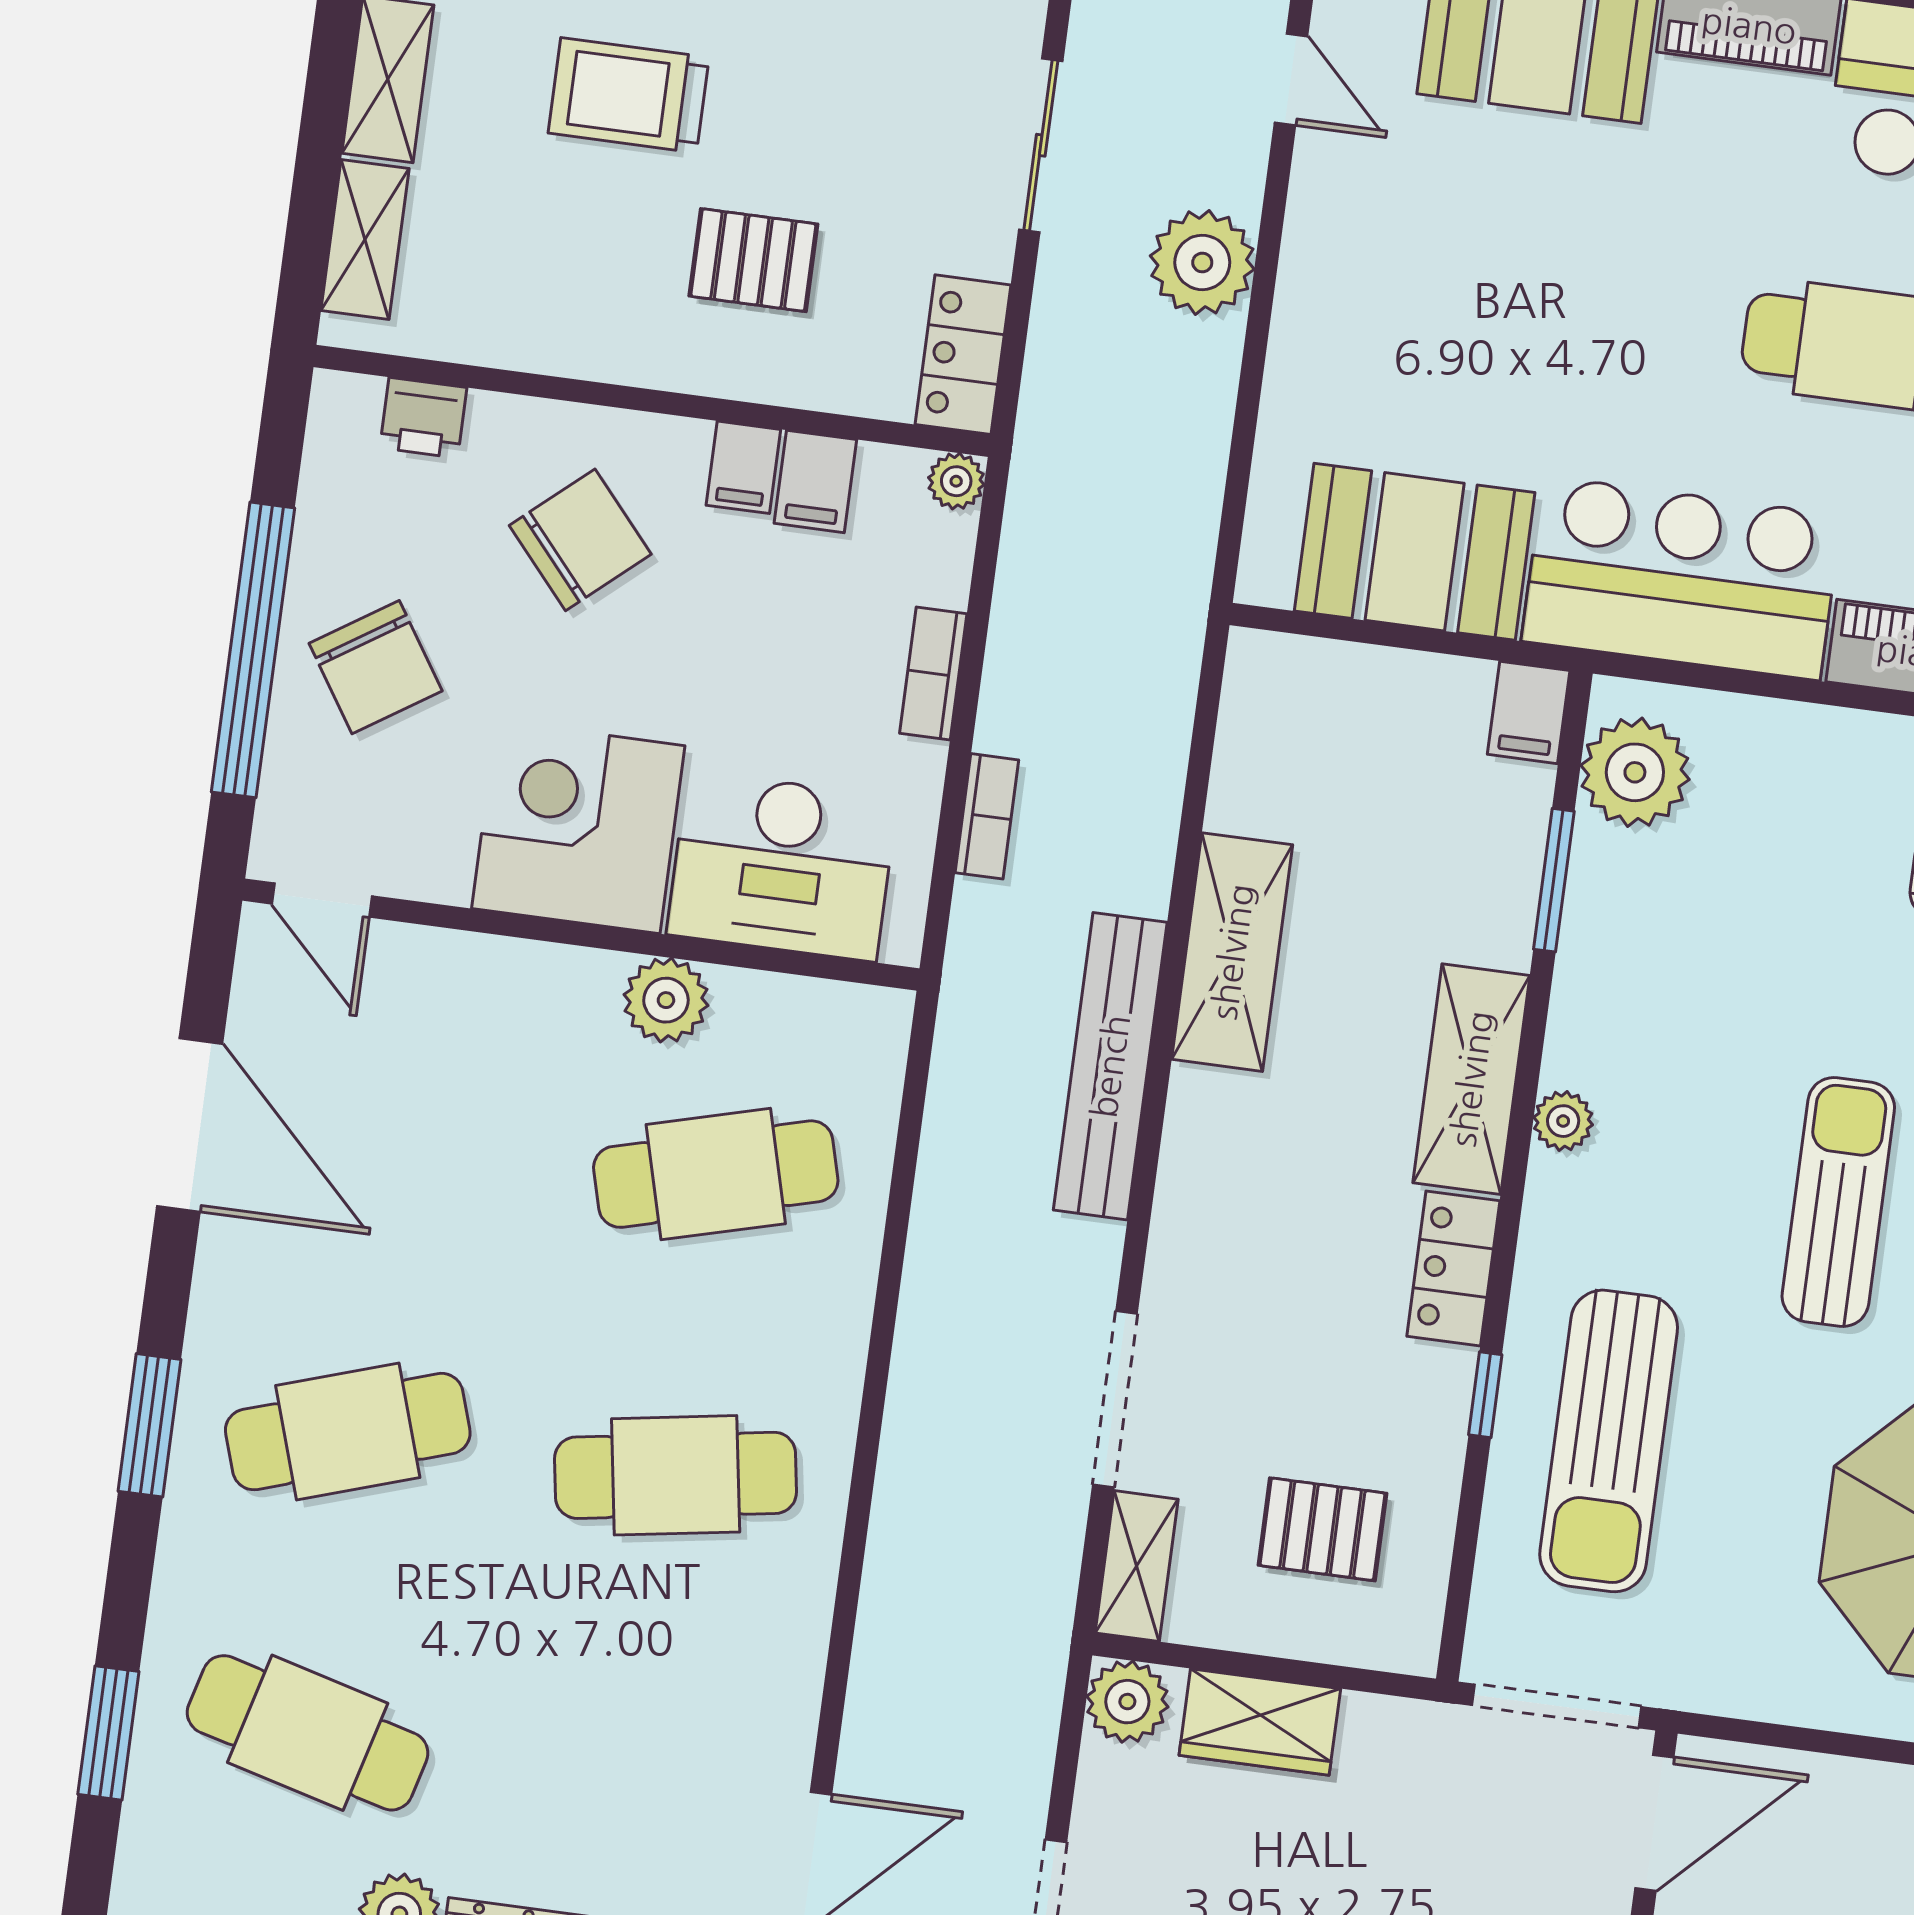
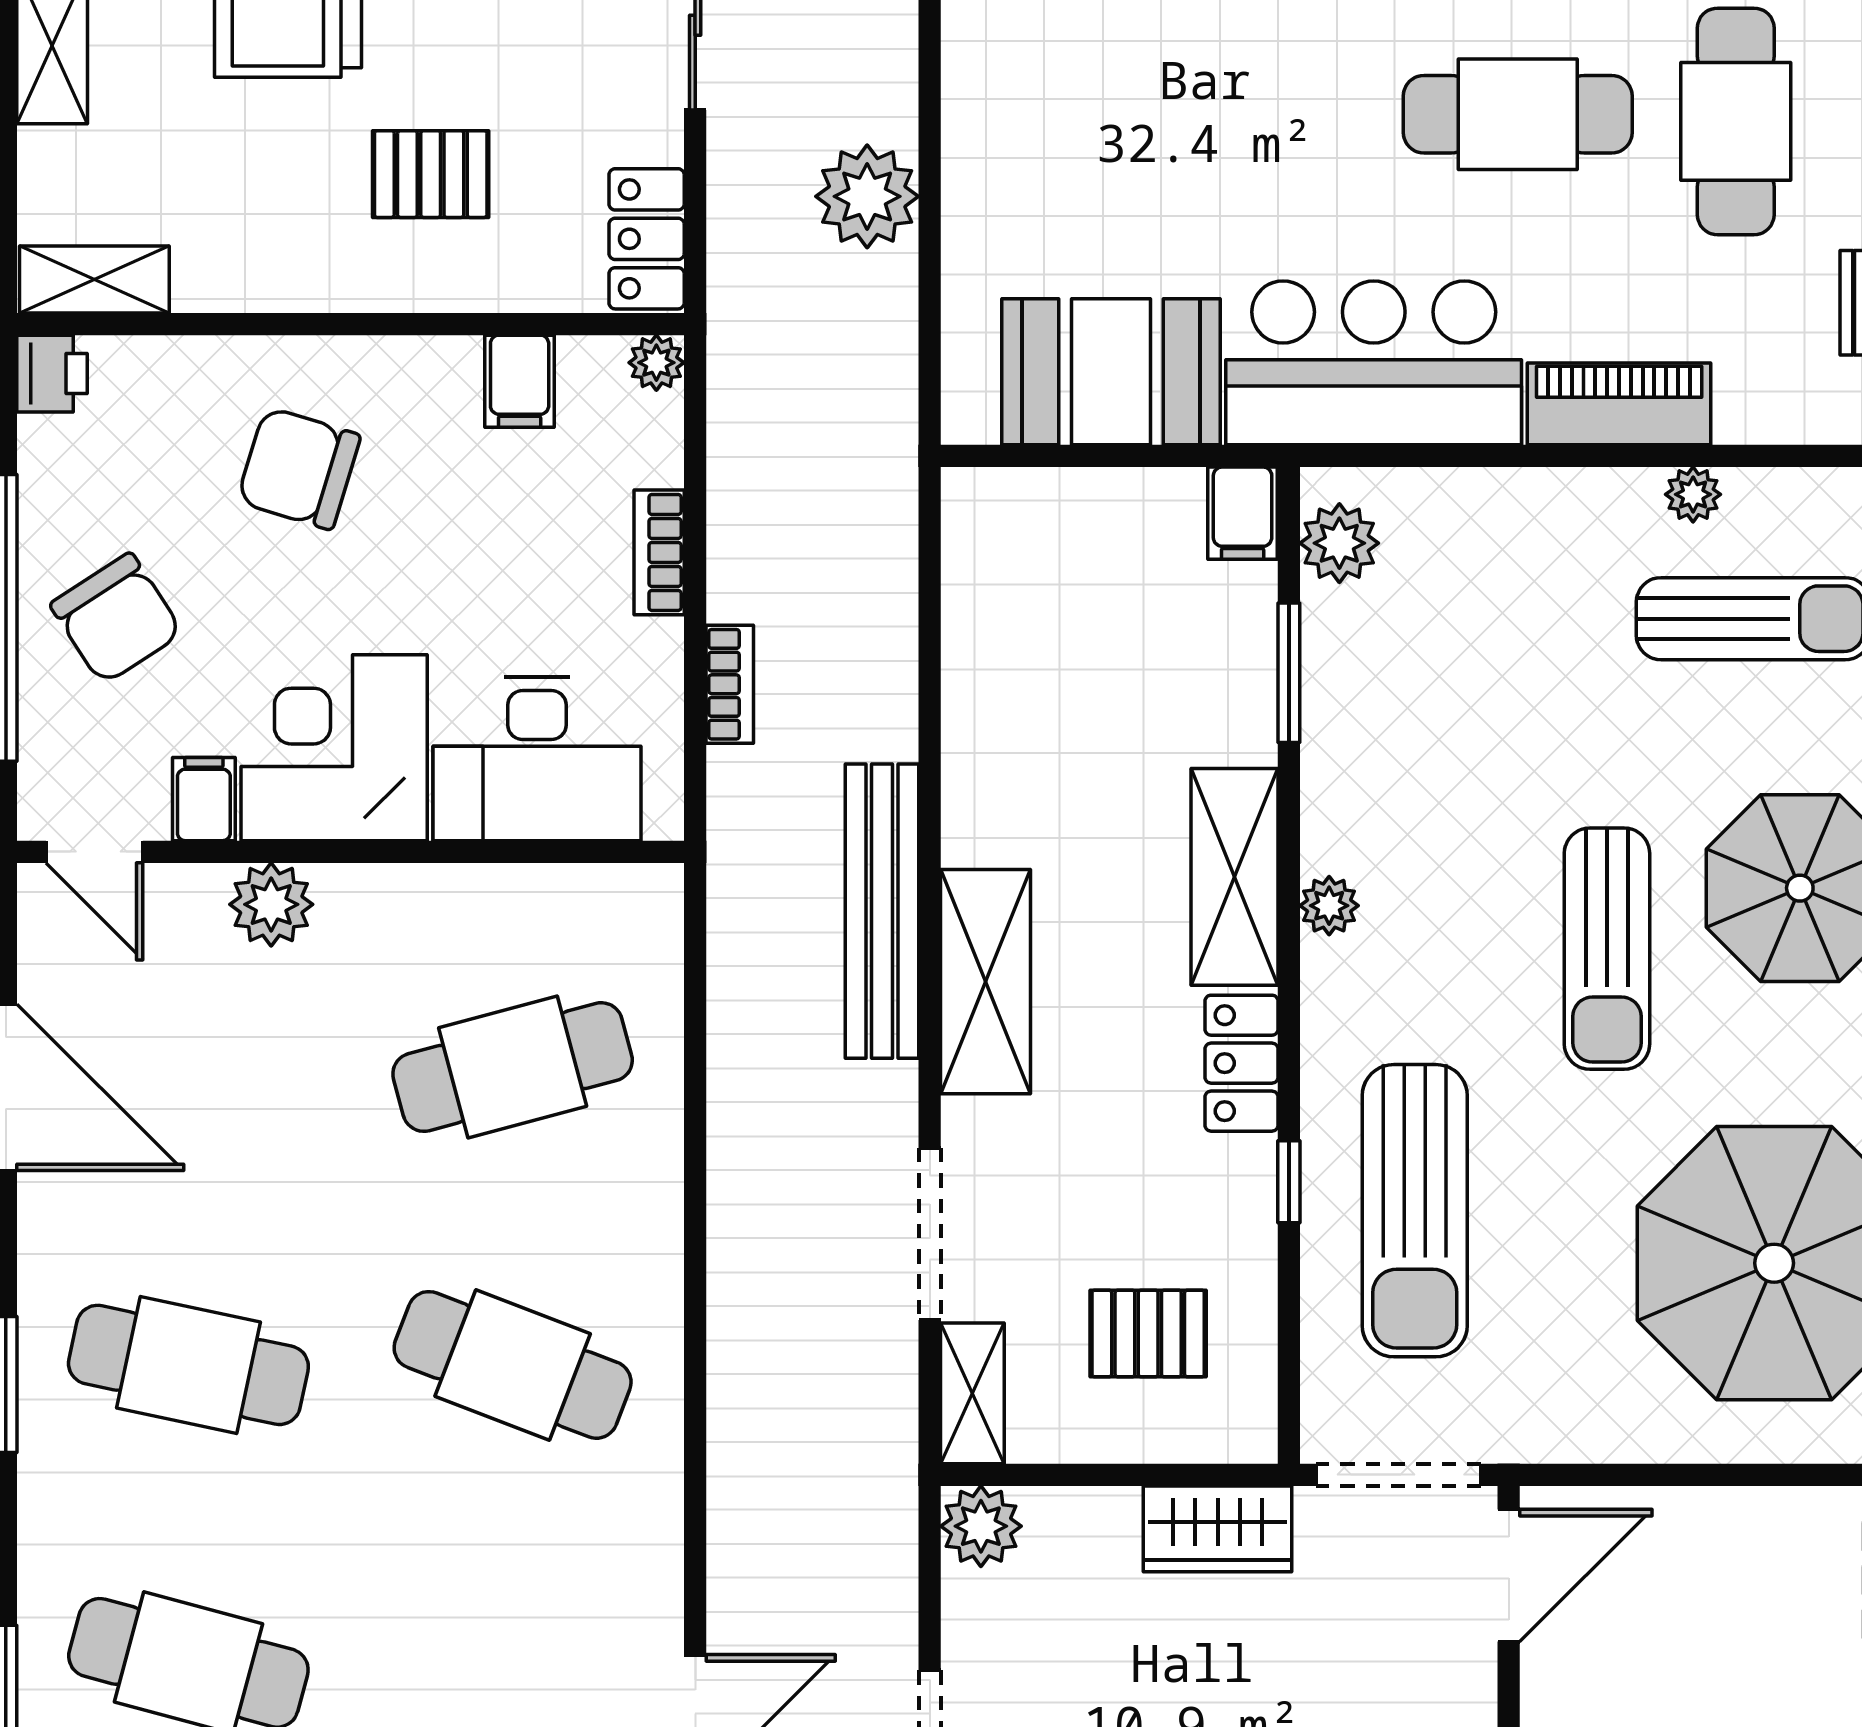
shelving: (365, 239) -> (94, 279), moved, turned 90
plant: (1202, 262) -> (867, 196), moved
printer: (423, 418) -> (52, 374), moved, turned -90
filing cabinet: (743, 467) -> (204, 799), moved, turned 180
chair: (580, 540) -> (299, 468), turned -122
plant: (1635, 772) -> (1339, 543), width x0.73, depth x0.73
shelving: (1232, 952) -> (986, 982), moved
plant: (666, 1000) -> (271, 904), moved
sun lounger: (1838, 1202) -> (1607, 949), turned 180
cafe table: (348, 1432) -> (188, 1365), turned 30
cafe table: (676, 1475) -> (513, 1365), turned 30
wardrobe: (1260, 1722) -> (1218, 1529), moved

